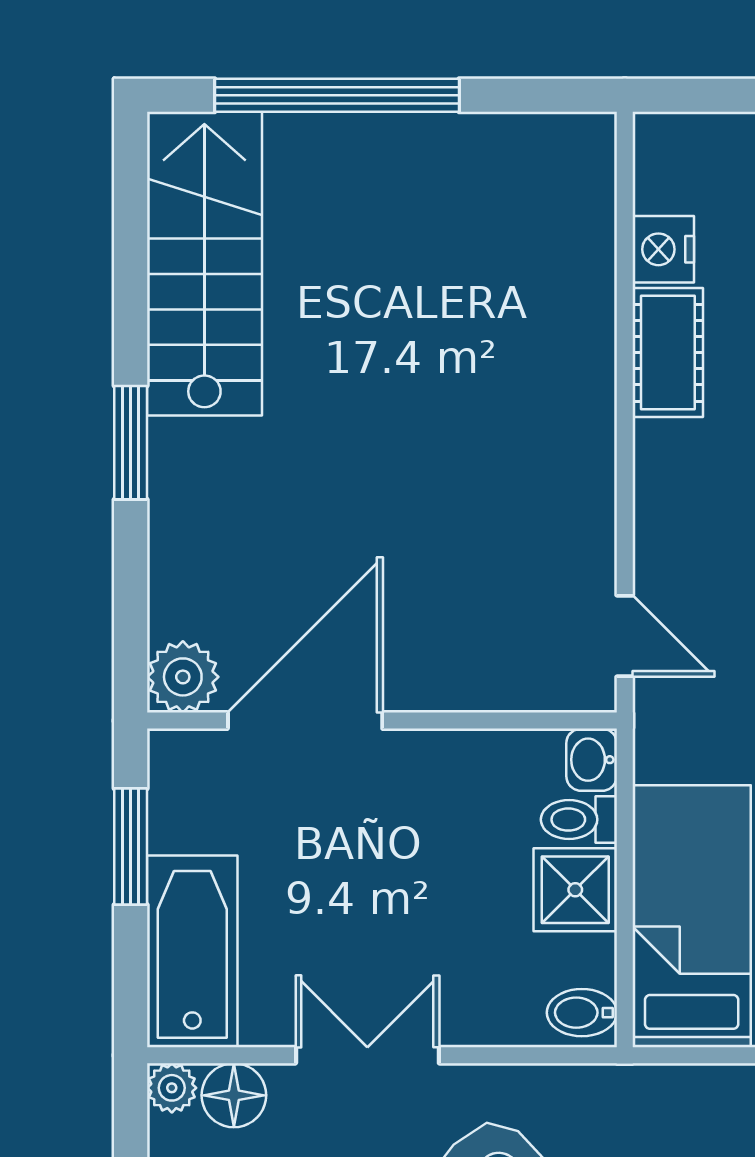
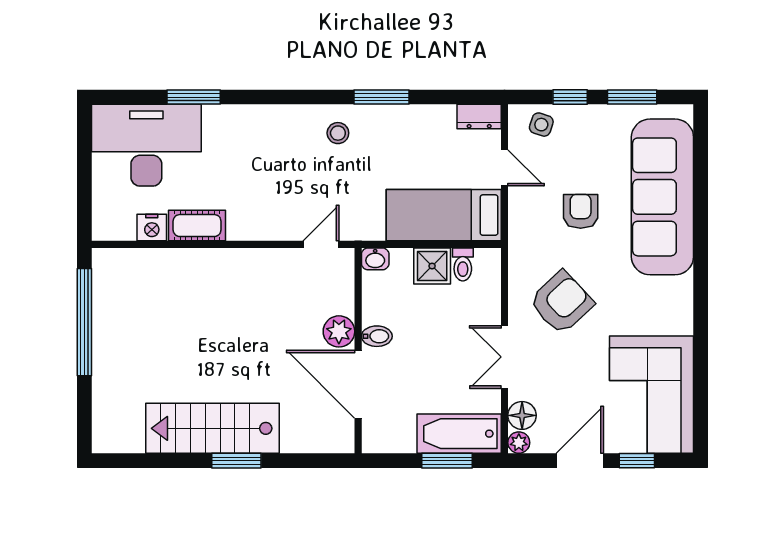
window: (337, 95) -> (84, 322), moved
stairs: (204, 264) -> (213, 428), moved
plant: (183, 677) -> (339, 331), moved
toilet: (579, 820) -> (463, 264), moved
window: (131, 847) -> (447, 461), moved
bidet: (582, 1013) -> (377, 336), moved, turned -90

